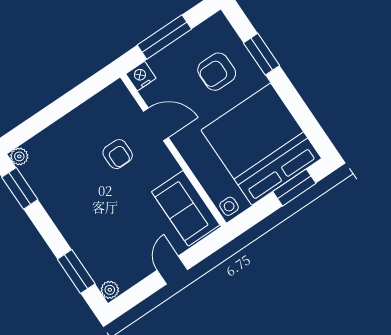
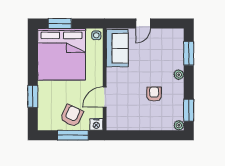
armchair: (217, 72) -> (72, 116), moved, turned -65
door: (156, 124) -> (105, 97), hinge flipped
armchair: (118, 154) -> (154, 94), moved
plant: (110, 290) -> (179, 75), moved

